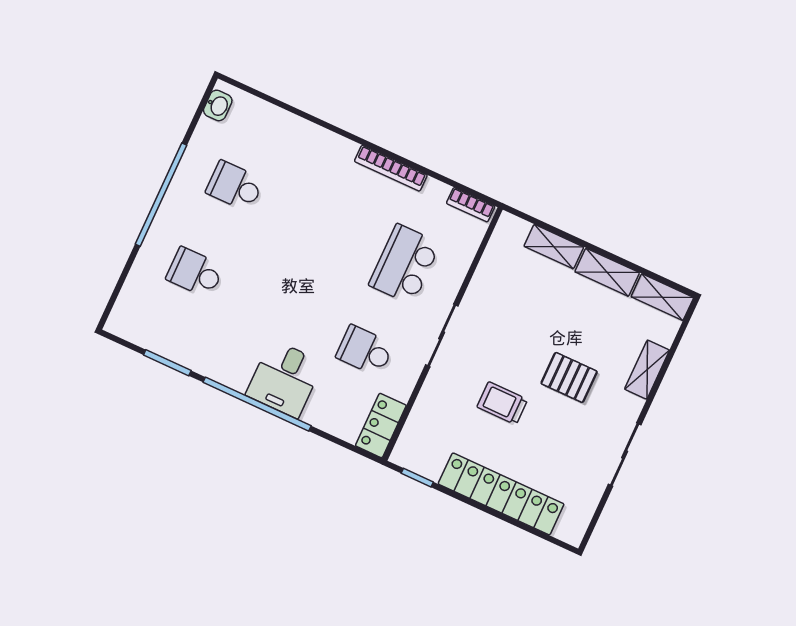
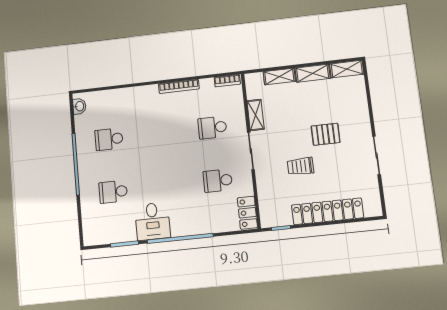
school desk: (405, 264) -> (212, 128), width x0.54
shelving: (647, 370) -> (256, 115), moved
desk: (285, 379) -> (153, 221), moved

